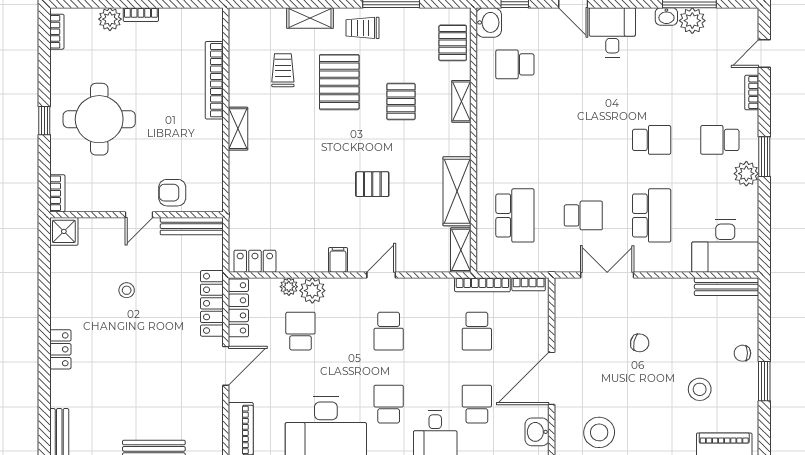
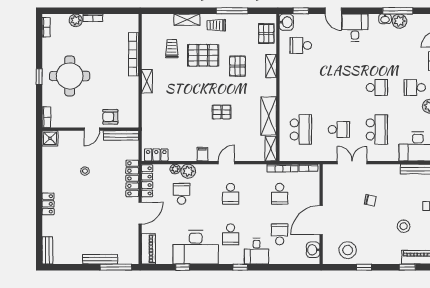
pallet: (339, 82) -> (203, 55), turned 90
school desk: (389, 404) -> (231, 234), turned 180

